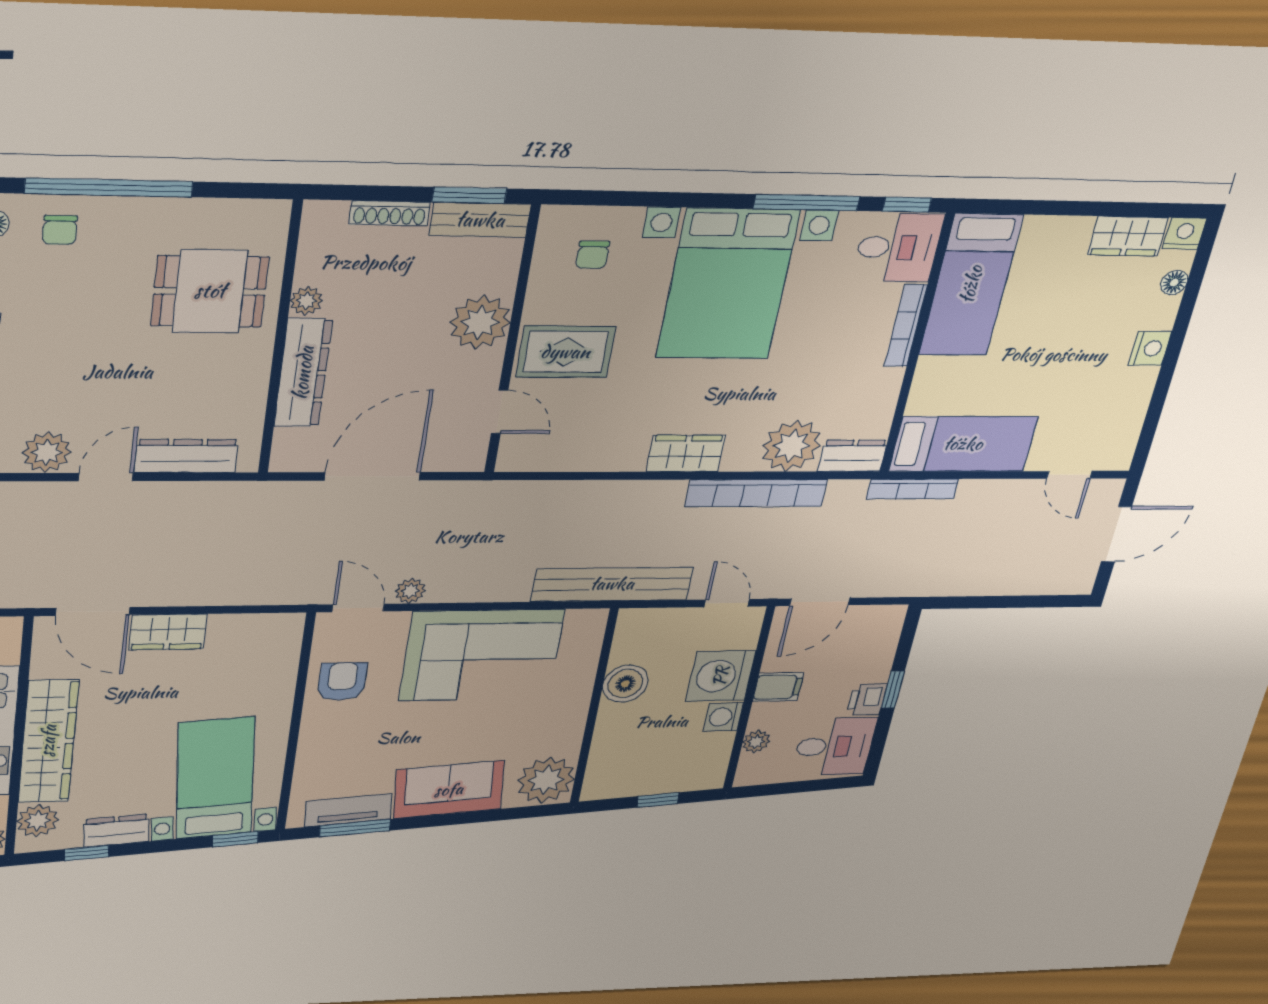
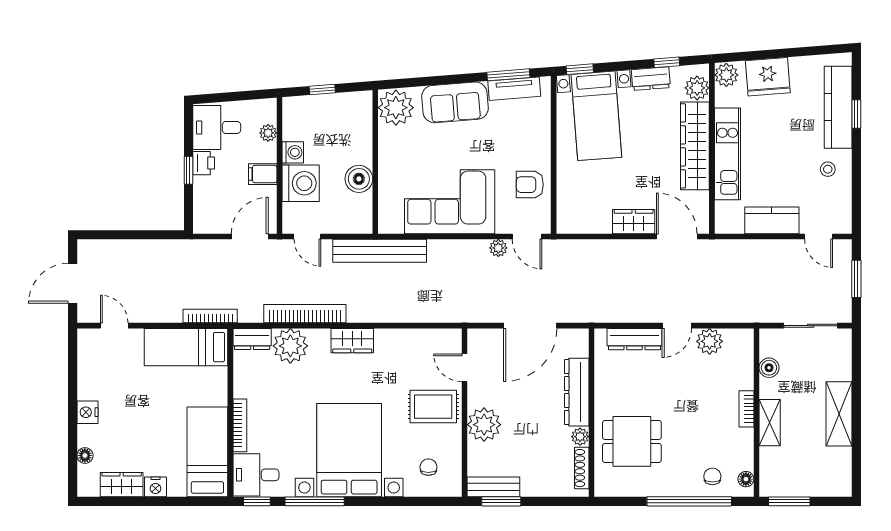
shoe rack: (390, 213) -> (582, 468), moved, turned -90
nightstand: (1184, 234) -> (155, 487), moved
armchair: (342, 681) -> (530, 185), turned 90

